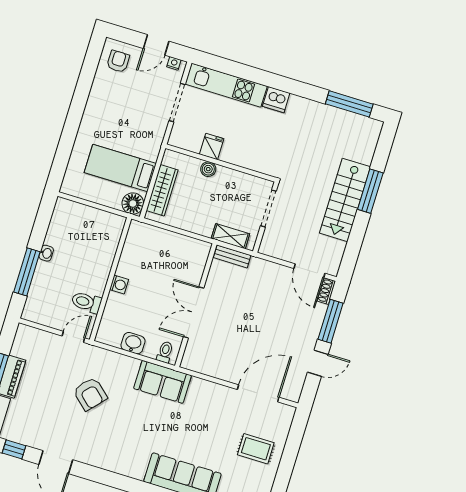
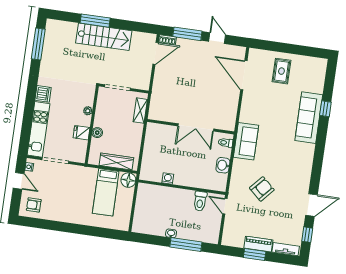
plant: (242, 160) -> (88, 111), added
bench: (232, 256) -> (154, 107), removed
washing machine: (119, 285) -> (168, 178), moved

